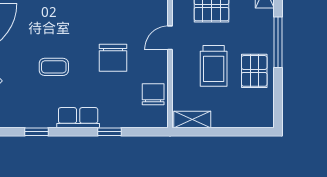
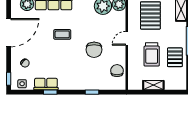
coffee table: (54, 67) -> (62, 34), moved
row of seats: (78, 118) -> (46, 84), moved
shelving: (192, 119) -> (153, 85), moved

